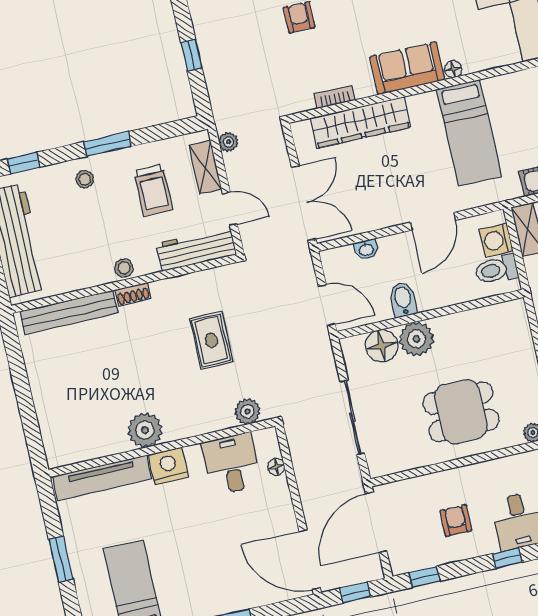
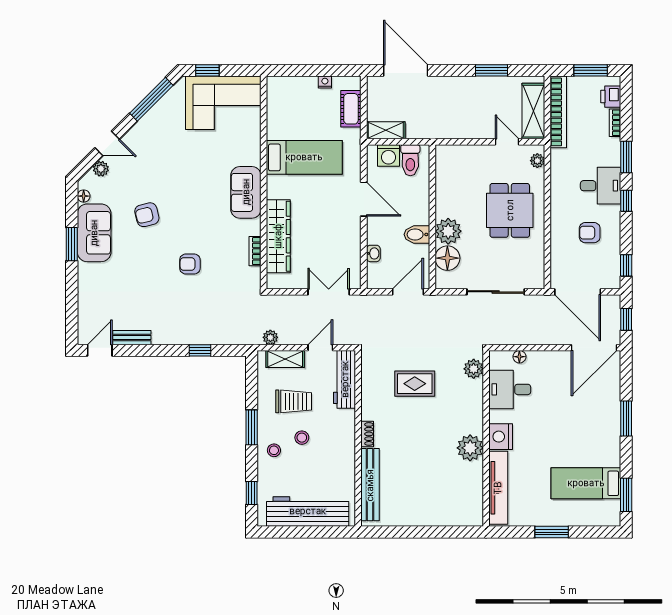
floor lamp: (453, 69) -> (254, 159), removed
double door: (304, 203) -> (329, 292), width x0.73
stool: (124, 268) -> (302, 438), moved

